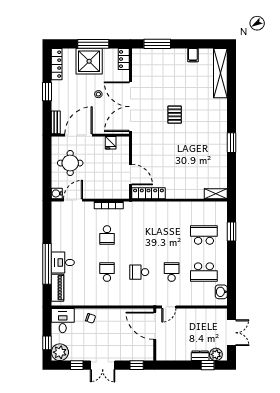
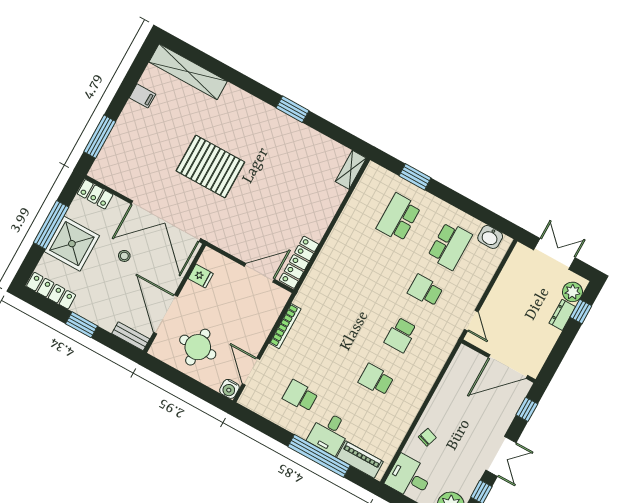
pallet: (175, 115) -> (210, 166), width x2.05, depth x2.00
school desk: (107, 235) -> (300, 396), moved, turned 180
door: (155, 326) -> (508, 366), moved

